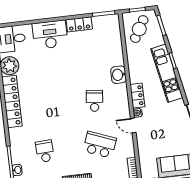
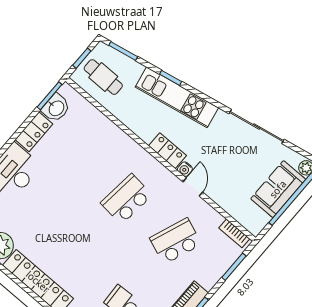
cafe table: (139, 29) -> (103, 77), turned -30
washbasin: (119, 75) -> (56, 108), moved, turned -90
school desk: (94, 101) -> (126, 199), width x1.85
door: (133, 126) -> (193, 187), swing flipped

